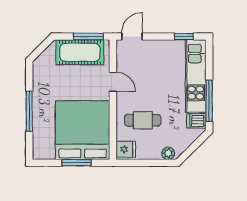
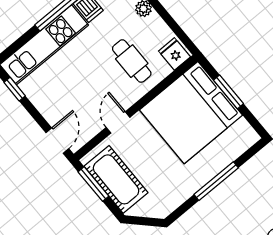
door: (132, 37) -> (57, 141), swing flipped

